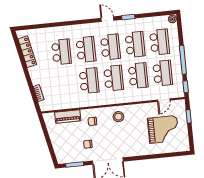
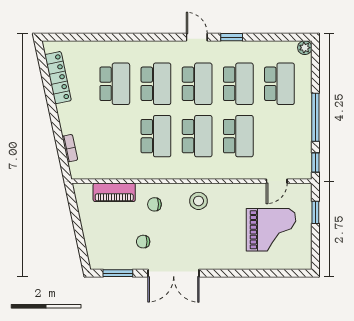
school desk: (163, 73) -> (279, 136), removed

